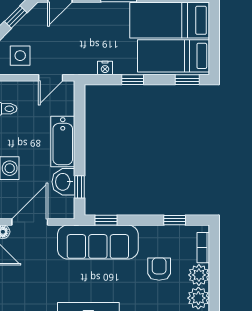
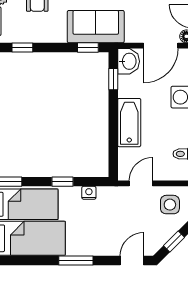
washbasin: (63, 182) -> (129, 61), moved
sofa: (98, 242) -> (96, 27), width x0.73

